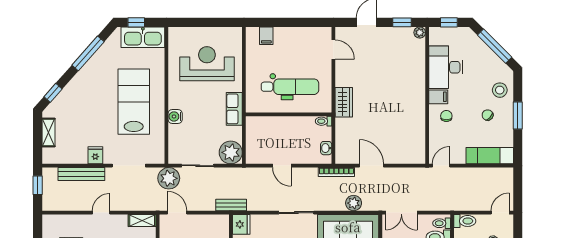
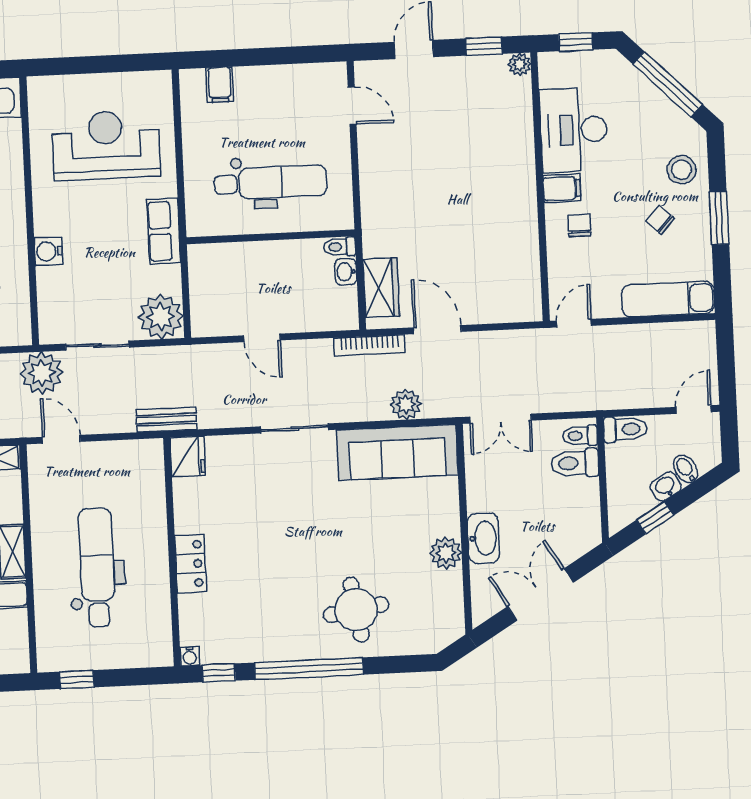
wardrobe: (344, 102) -> (381, 288), moved
washbasin: (326, 148) -> (346, 272), moved

